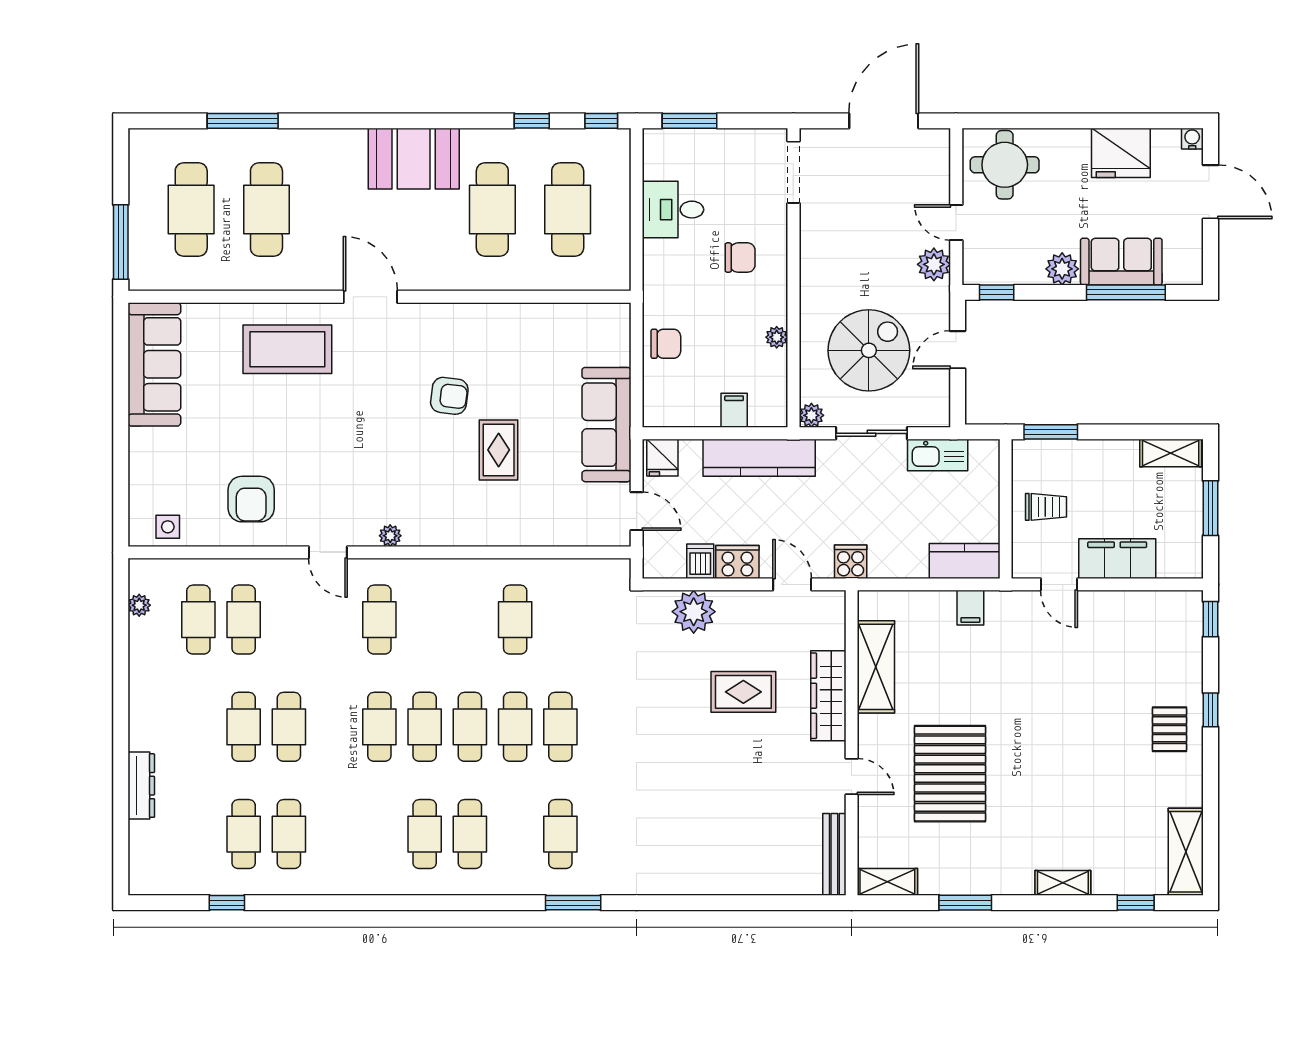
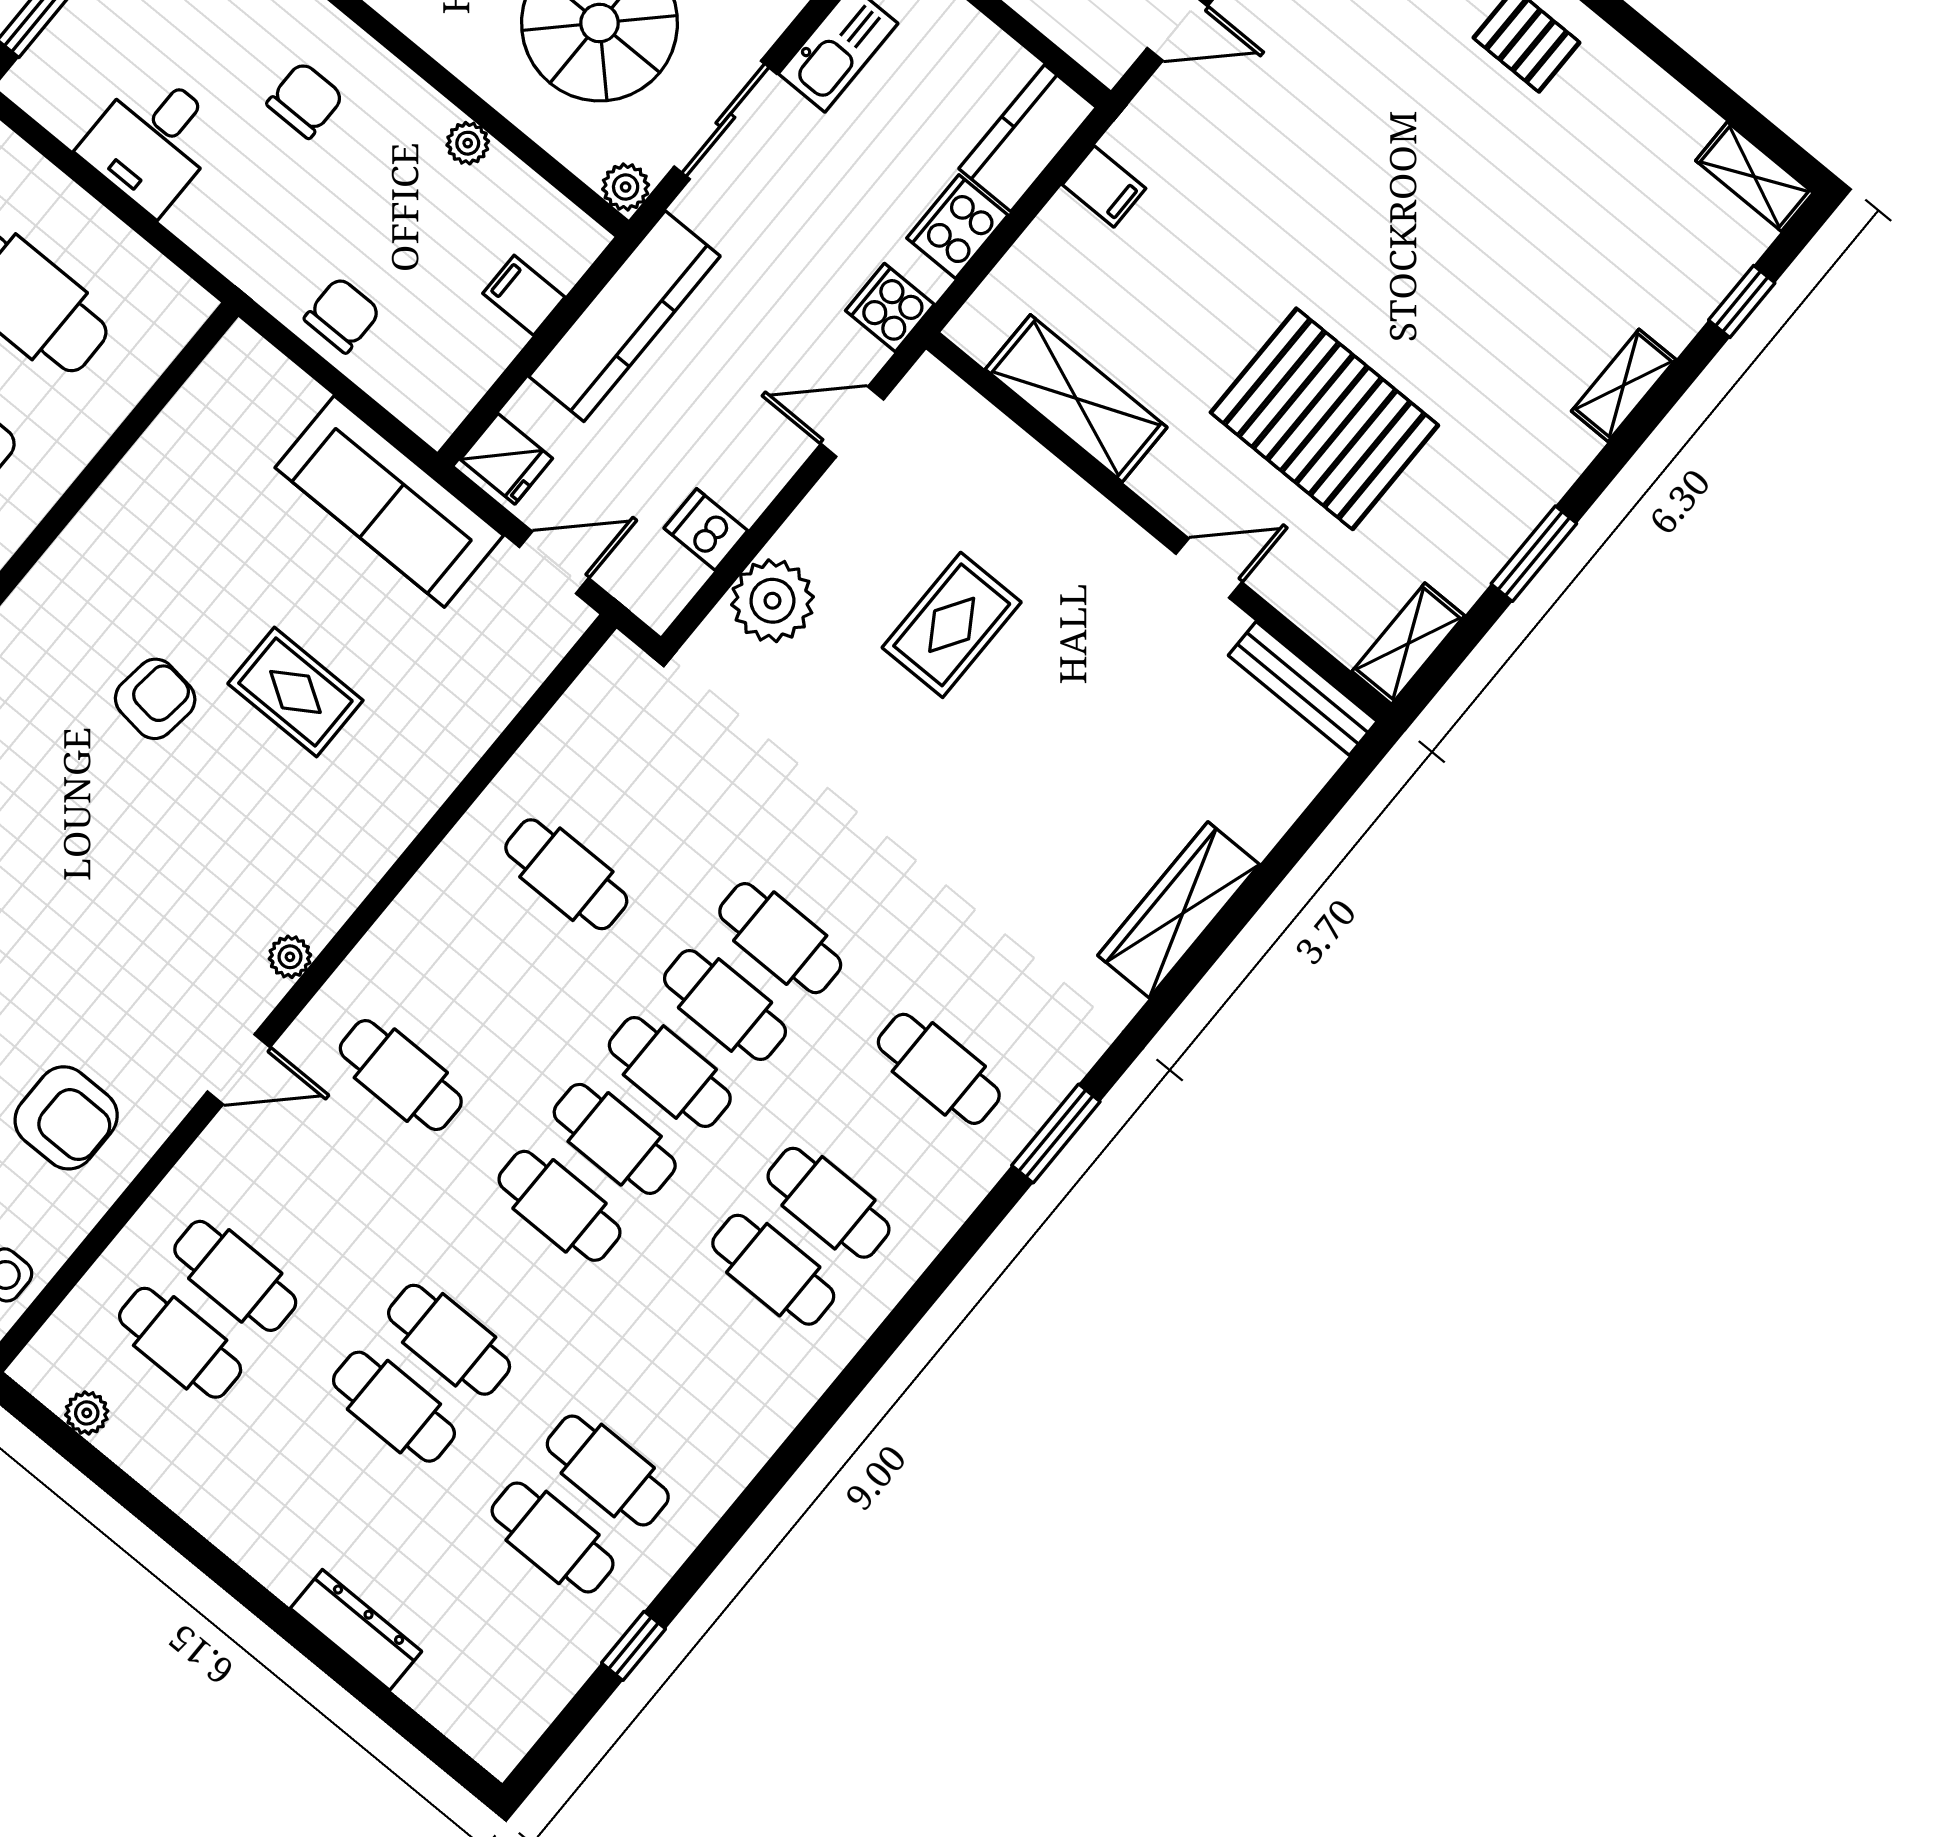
cooker: (737, 562) -> (957, 227), moved
wardrobe: (828, 696) -> (1179, 910), moved, turned 90
shelving: (1186, 852) -> (1754, 177), width x0.67, depth x0.75

